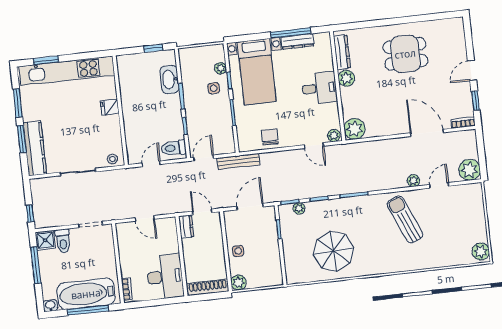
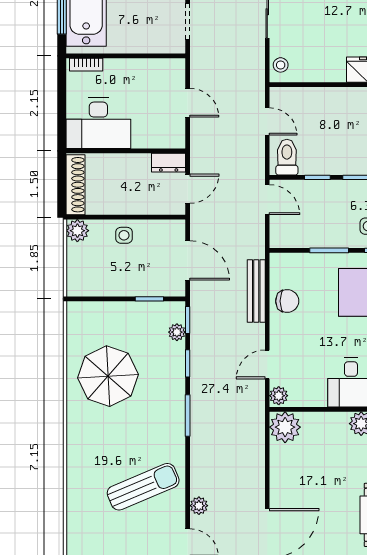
bench: (238, 161) -> (256, 291), moved
door: (145, 218) -> (188, 103), swing flipped

